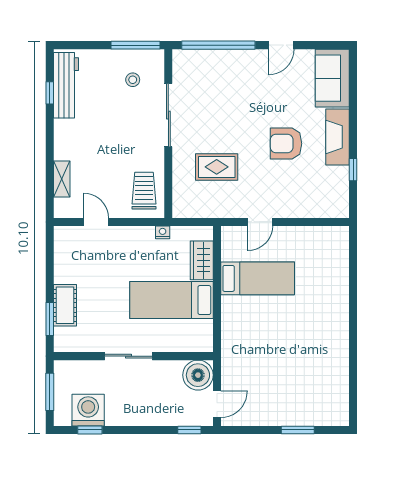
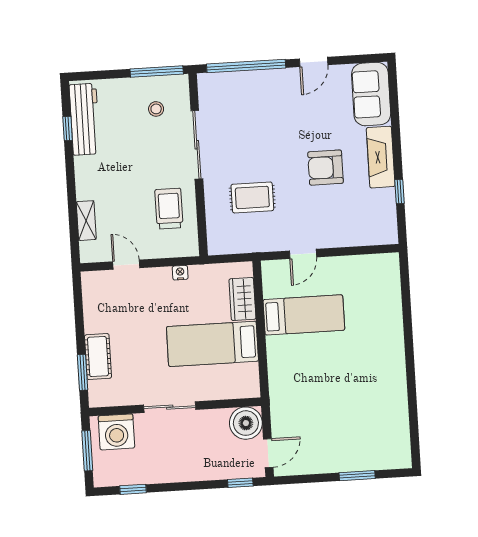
trolley: (144, 191) -> (169, 209), moved
nightstand: (163, 232) -> (180, 273), moved
washing machine: (88, 410) -> (116, 432), moved, turned 180

